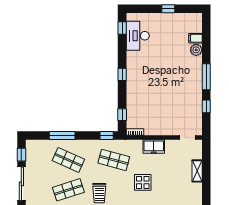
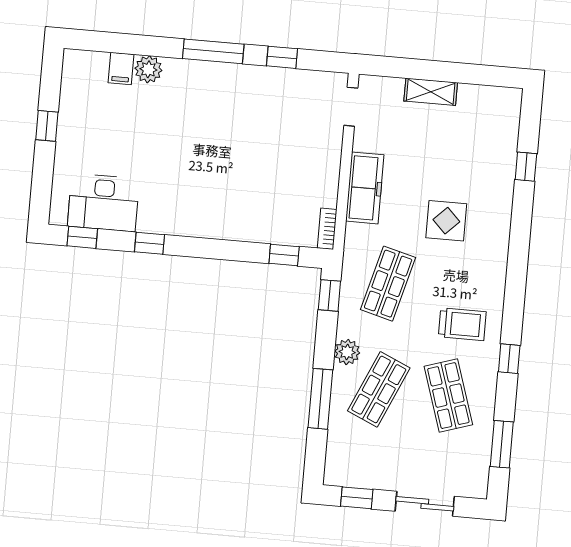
window: (122, 74) -> (149, 243), moved
plant: (83, 145) -> (347, 352), added
freezer: (154, 147) -> (365, 188), width x1.40
sliding door: (21, 184) -> (425, 504), width x0.73

